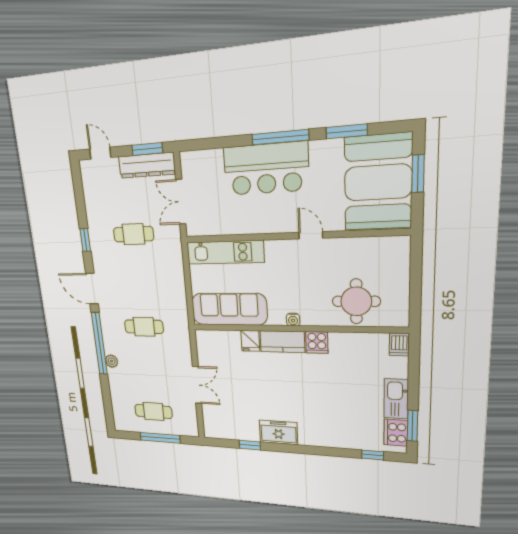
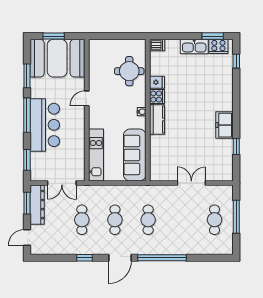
window: (210, 143) -> (27, 160), added
cafe table: (139, 281) -> (115, 220), added
fridge: (250, 341) -> (157, 82), moved
plant: (112, 361) -> (175, 249), removed

